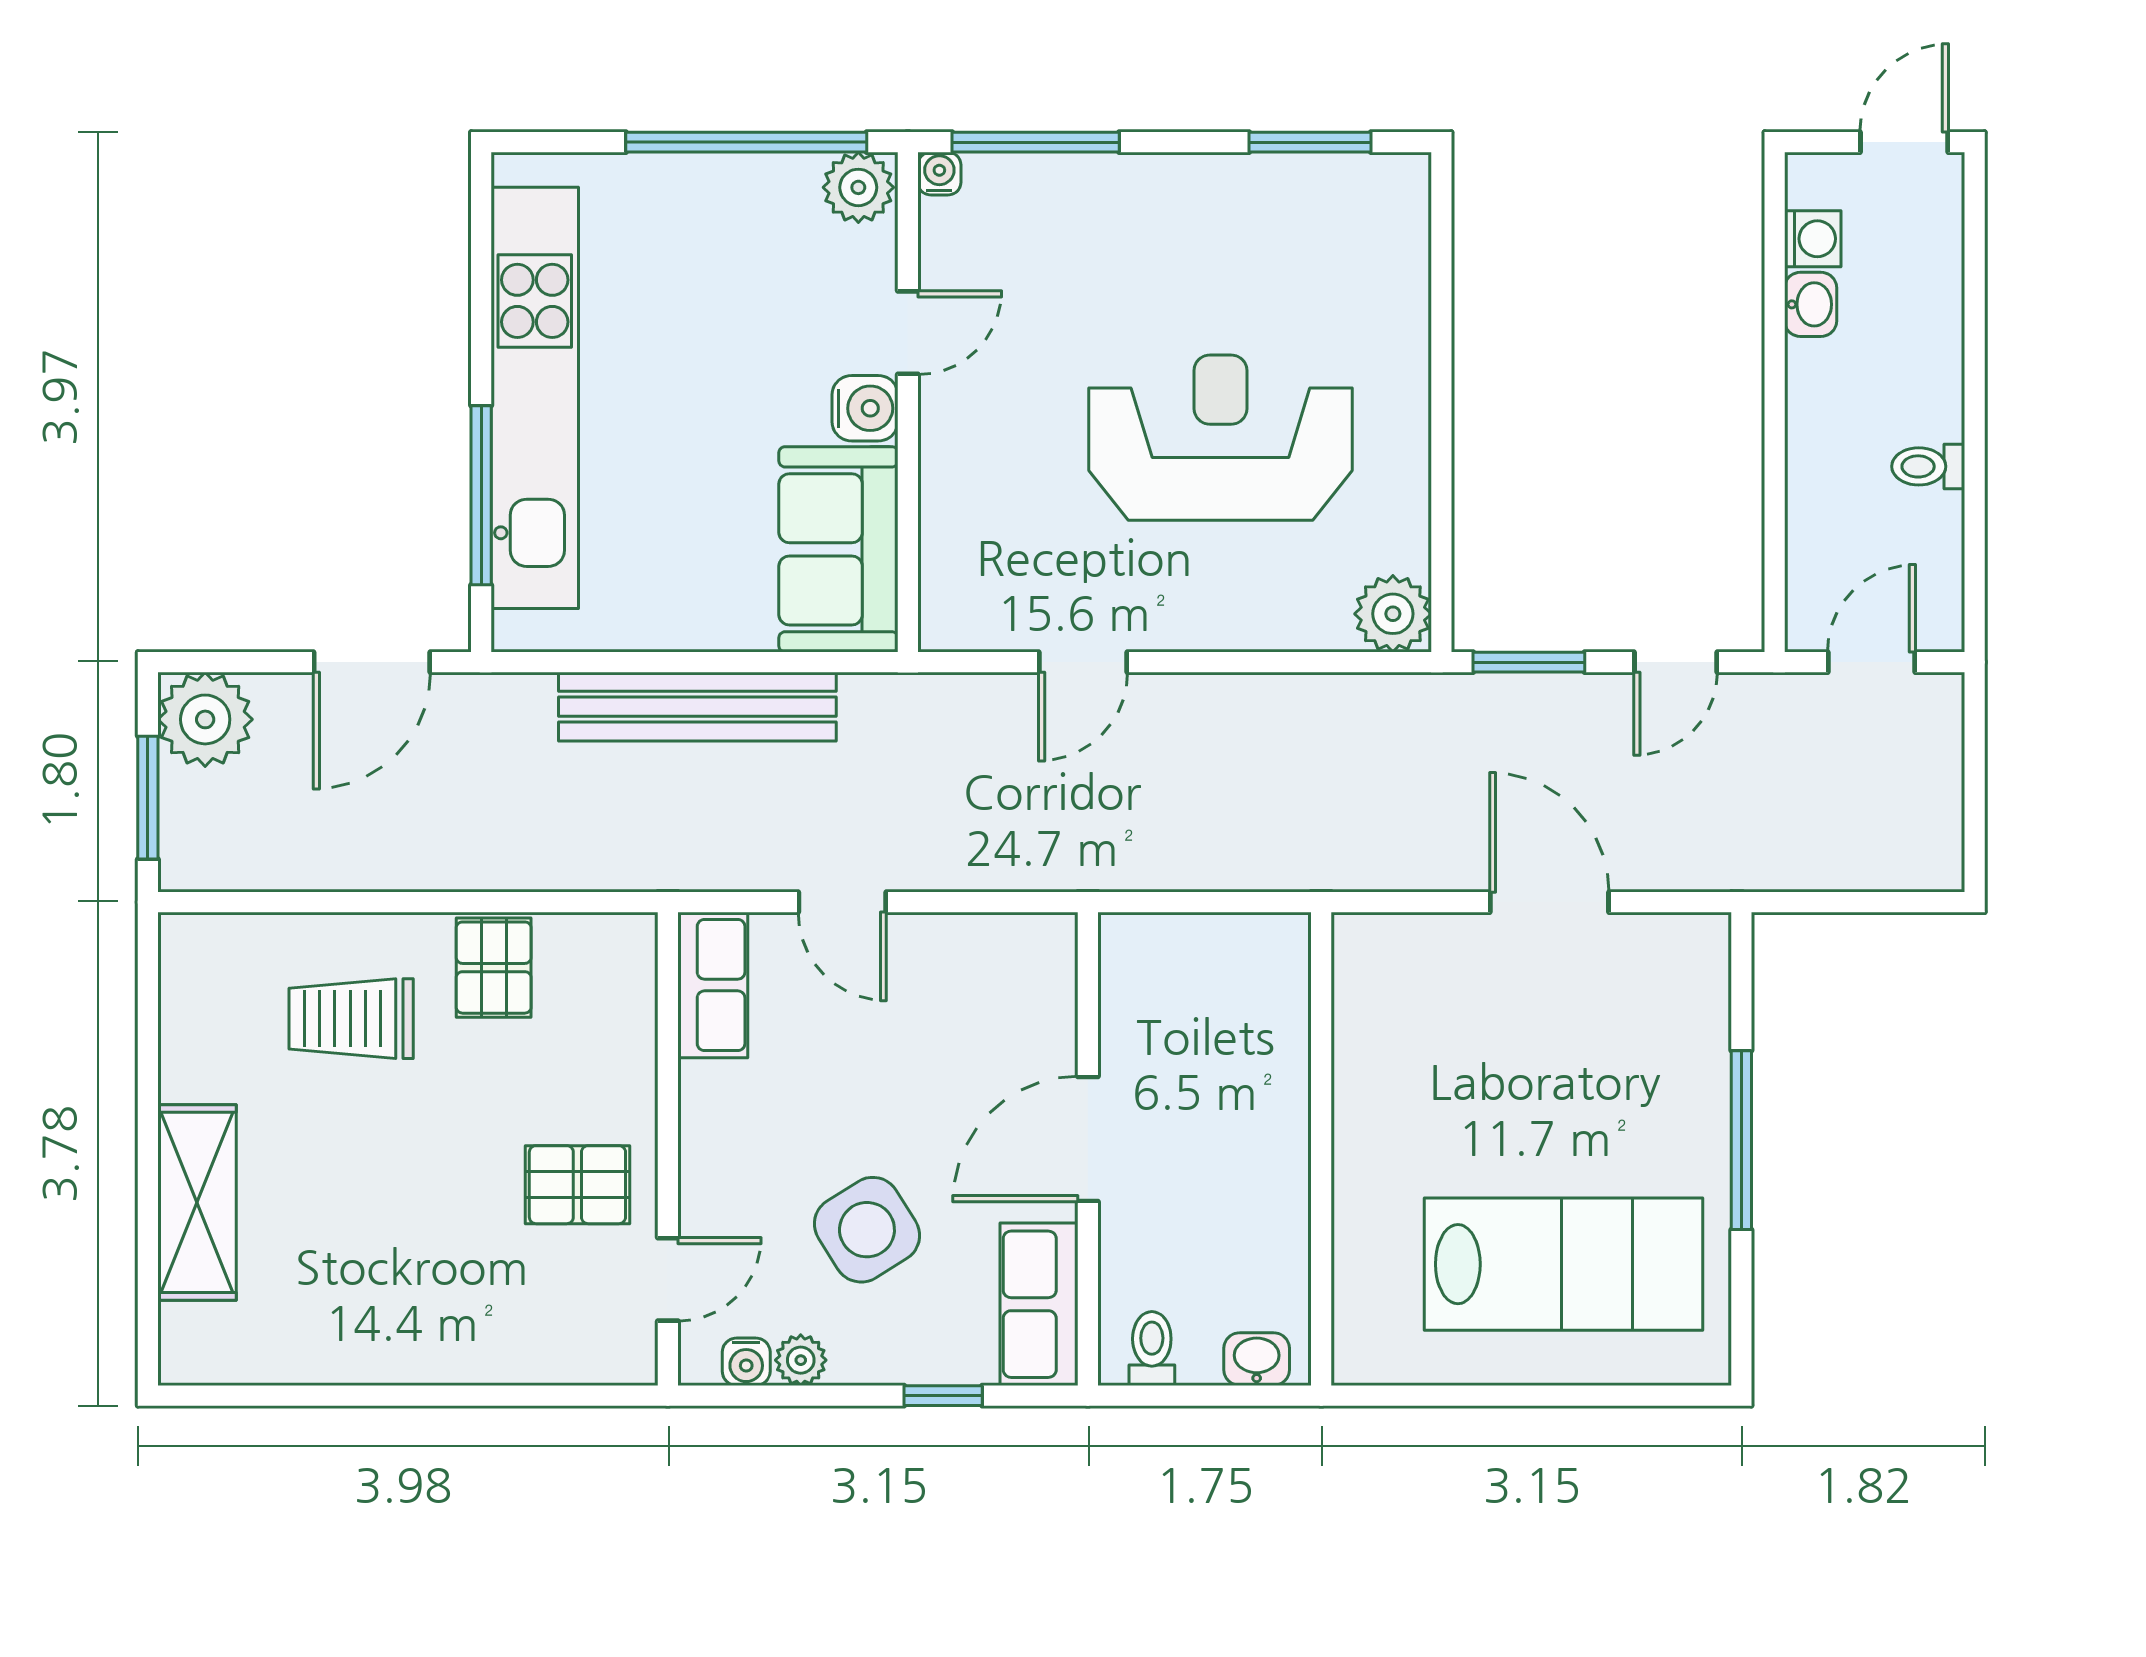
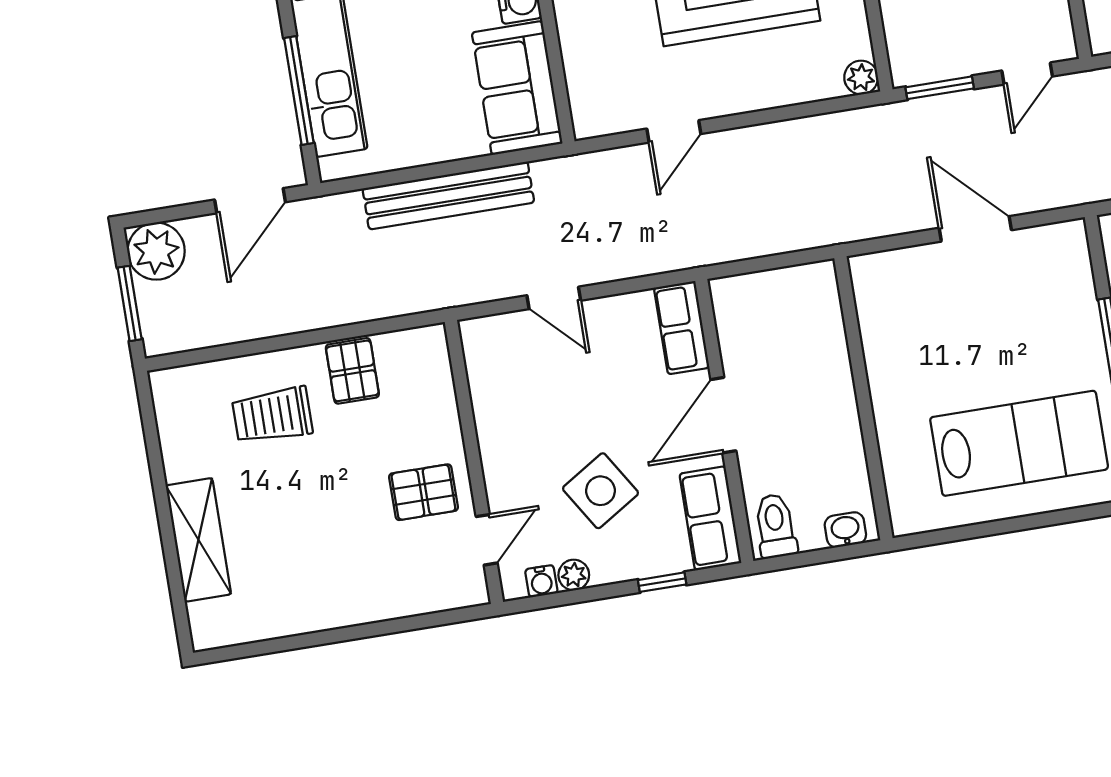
plant: (1393, 614) -> (861, 77), width x0.73, depth x0.73
row of seats: (713, 985) -> (682, 328), moved, turned 180
toilet: (1152, 1348) -> (775, 526), width x1.37, depth x1.39

